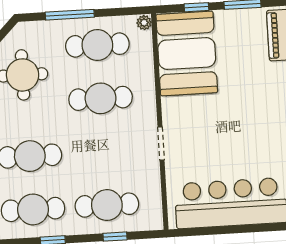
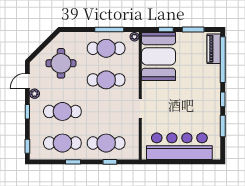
window: (70, 15) -> (109, 29), moved

